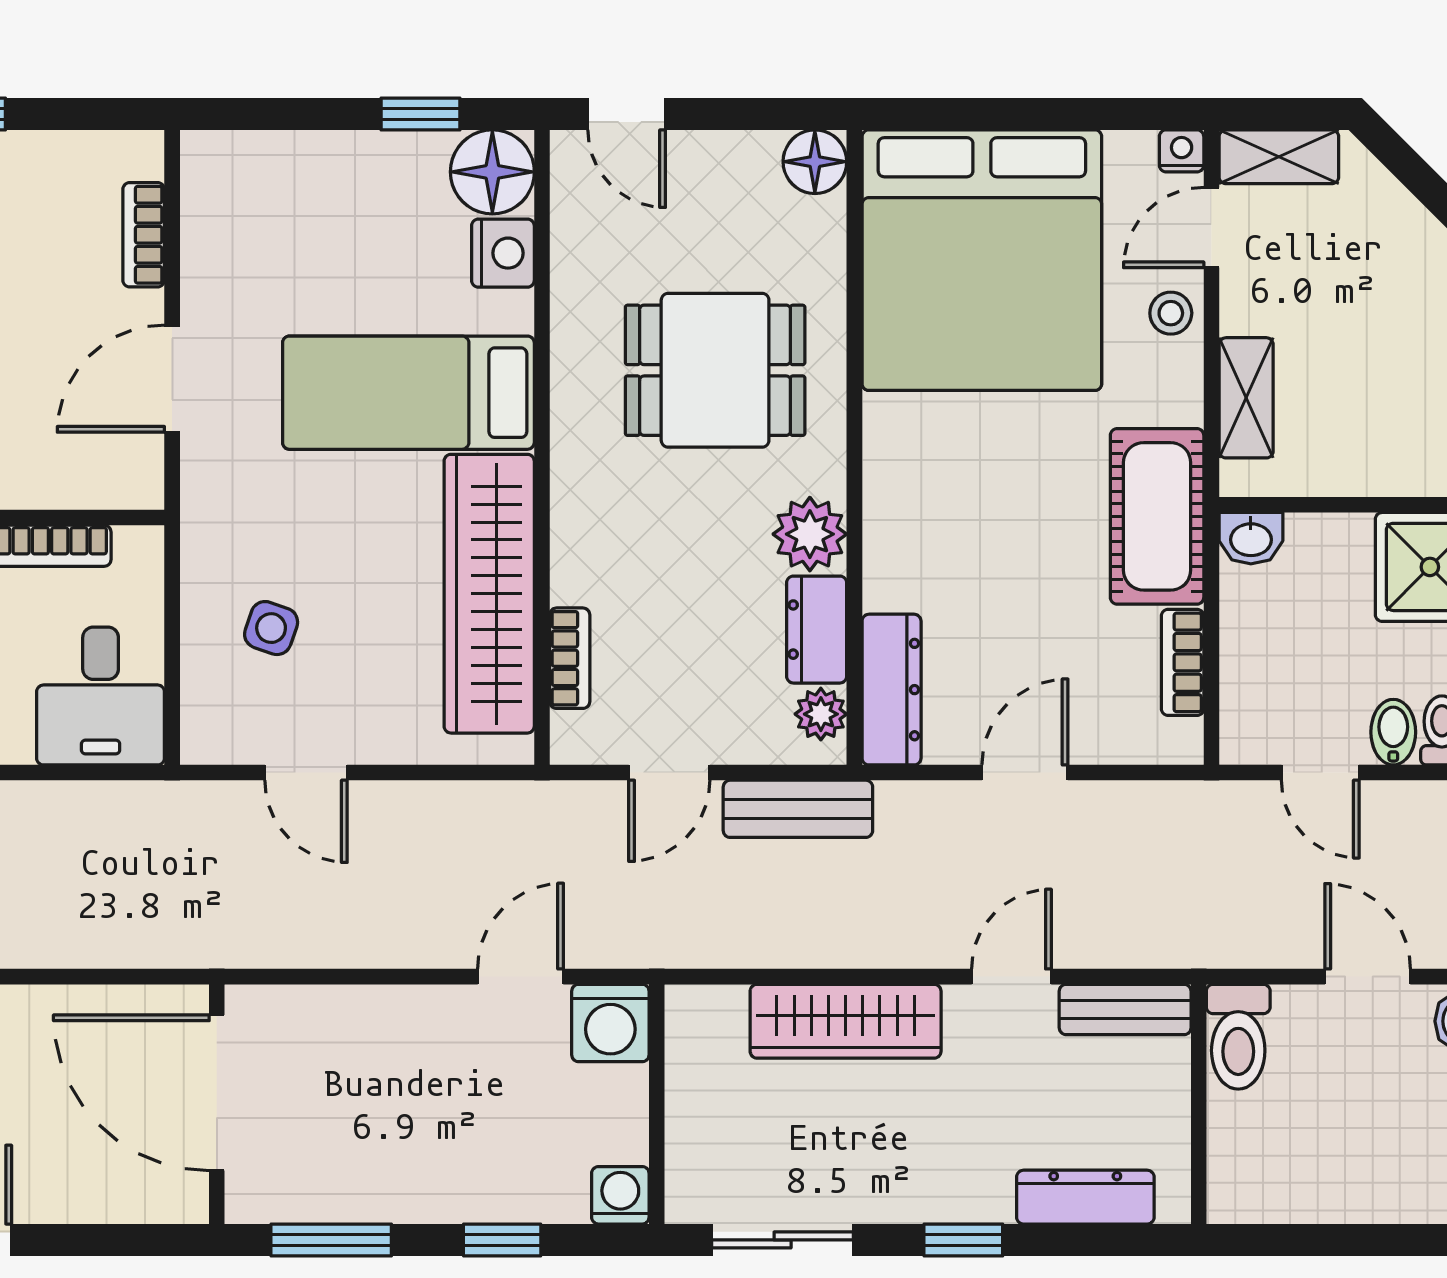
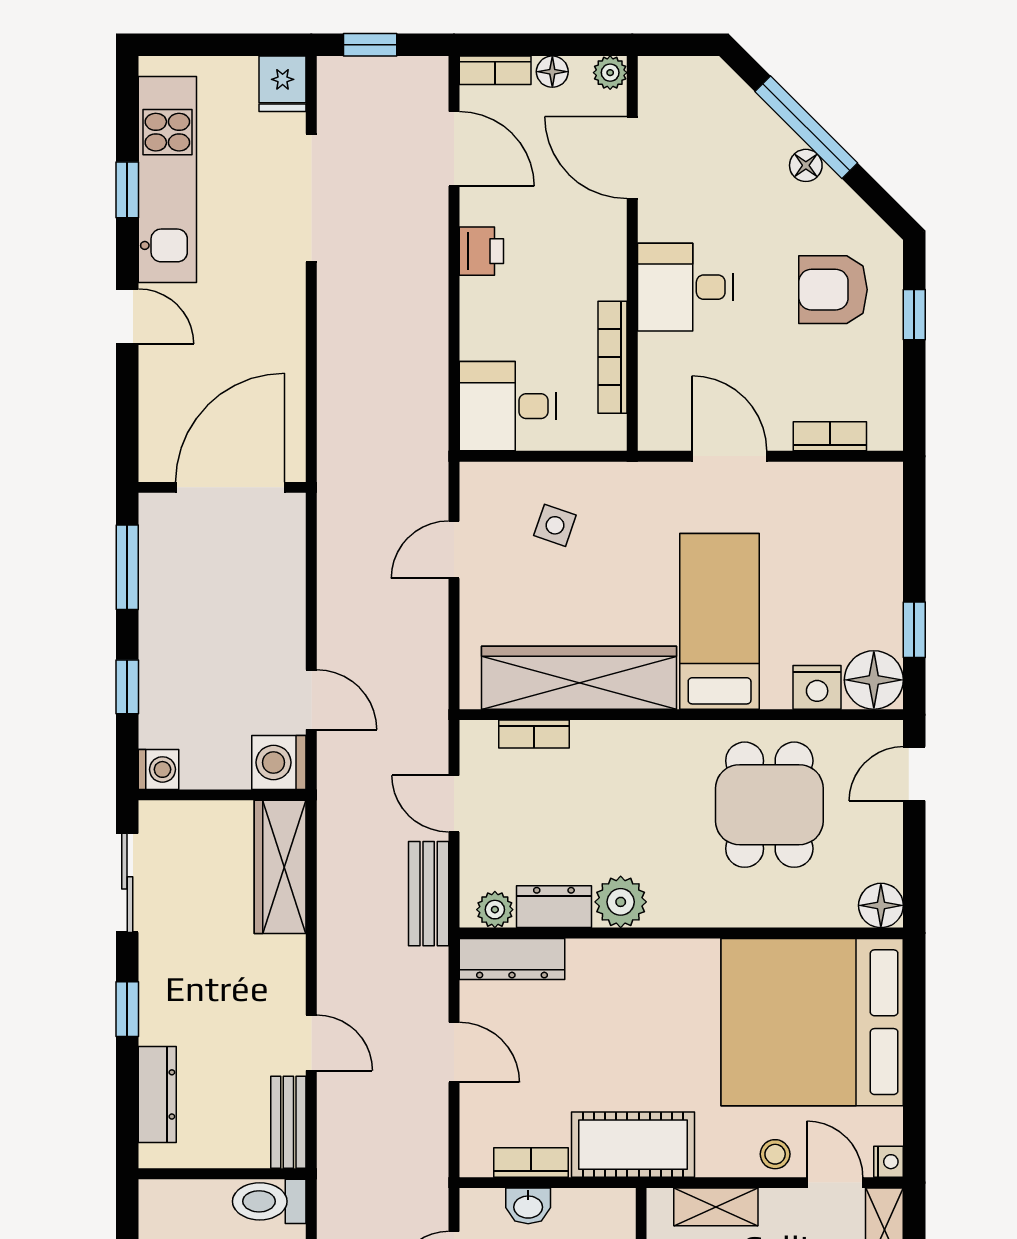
dining table: (715, 370) -> (769, 805), moved
washbasin: (1251, 538) -> (528, 1206), moved, turned -90
wardrobe: (846, 1021) -> (280, 867), moved

